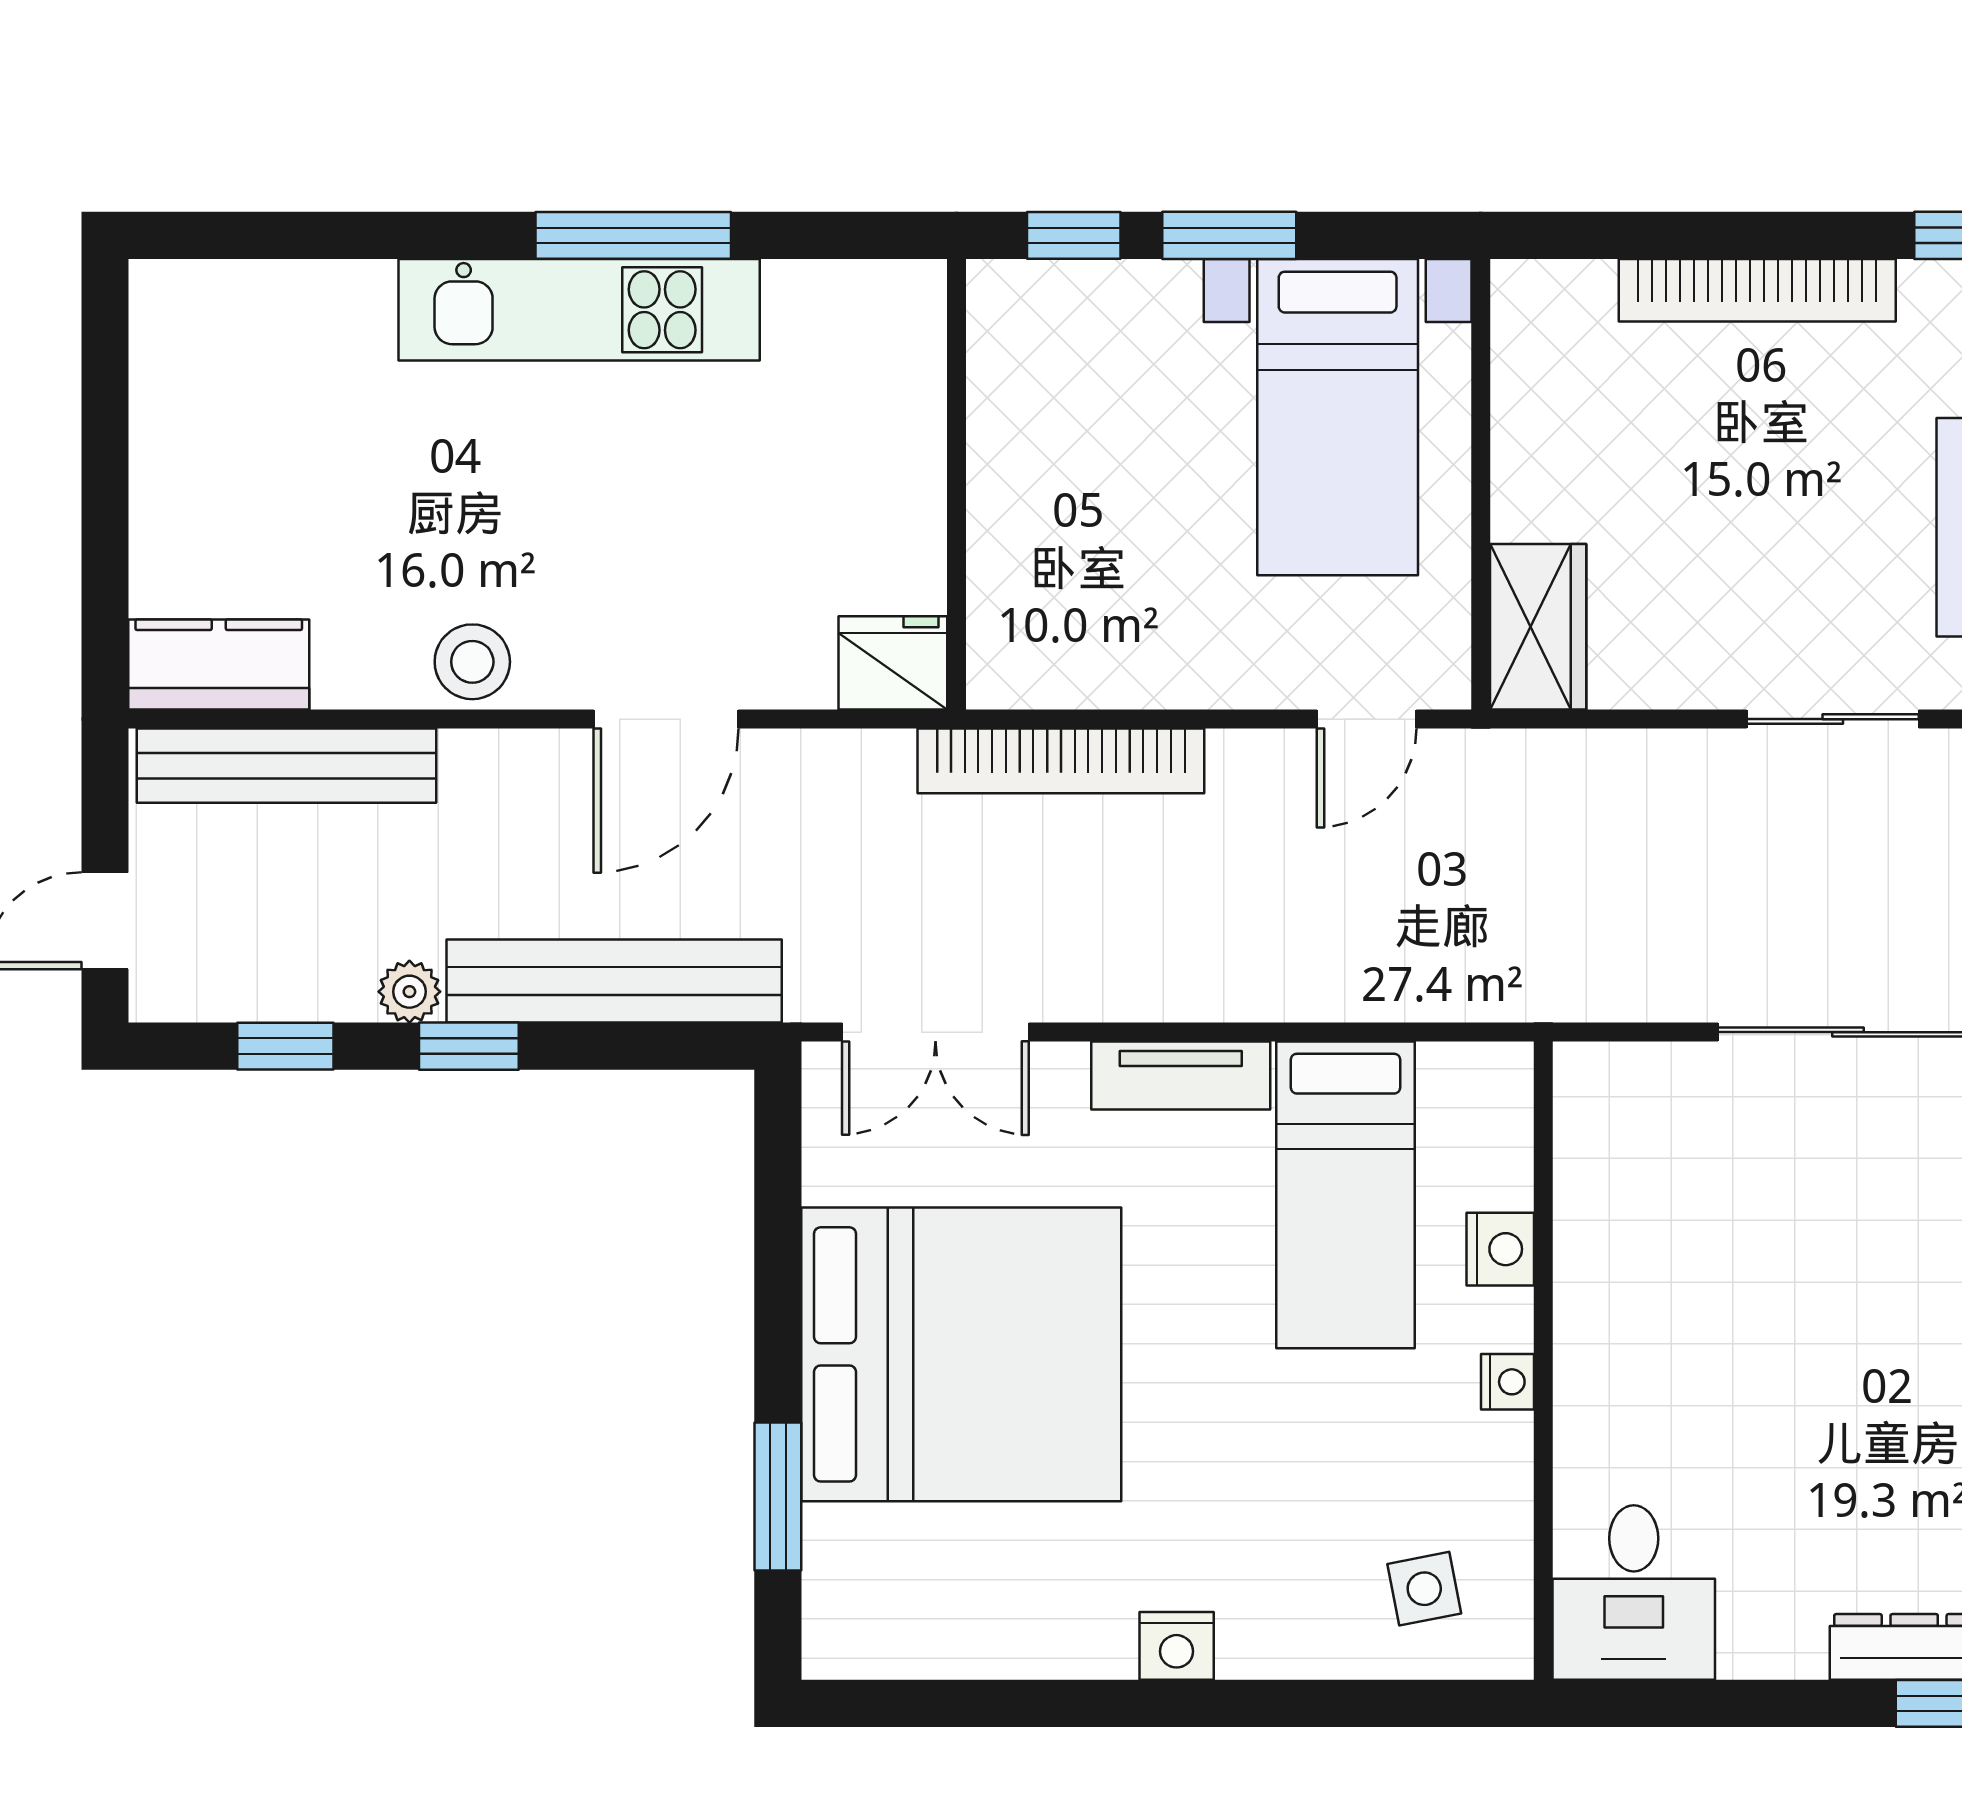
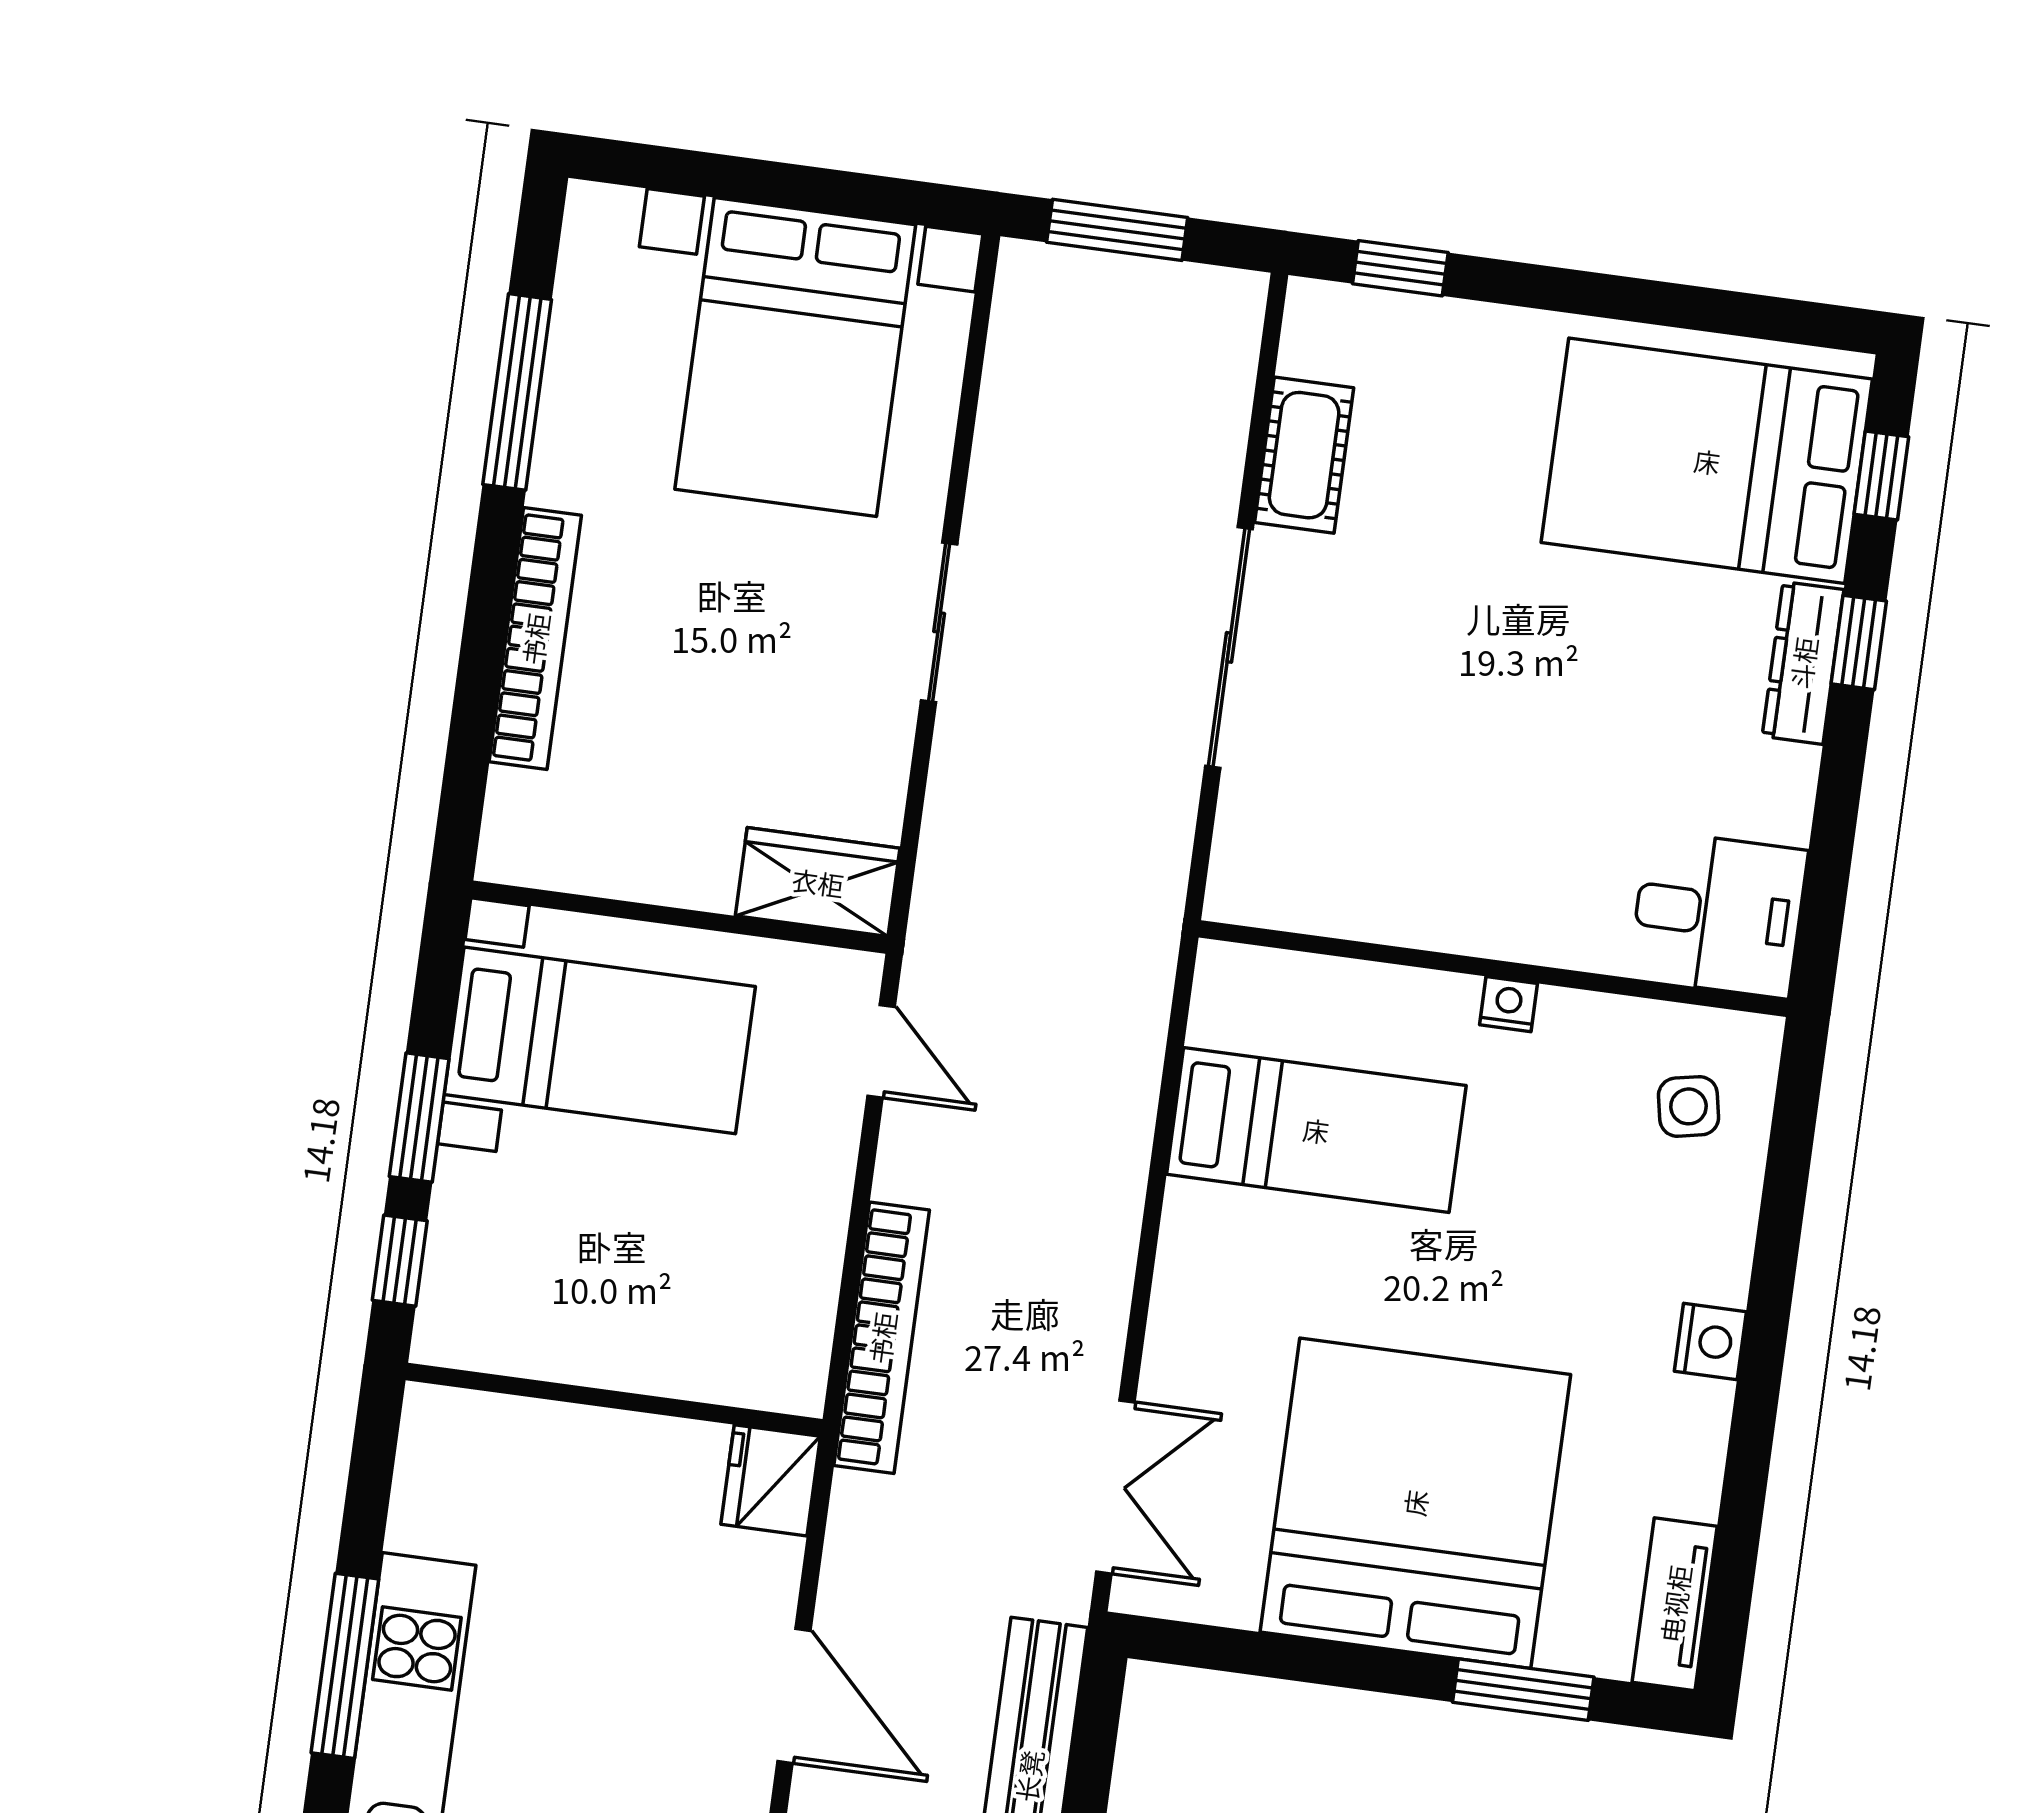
tv unit: (1181, 1076) -> (1675, 1604), moved, turned 180
nightstand: (1500, 1249) -> (1386, 994), removed

